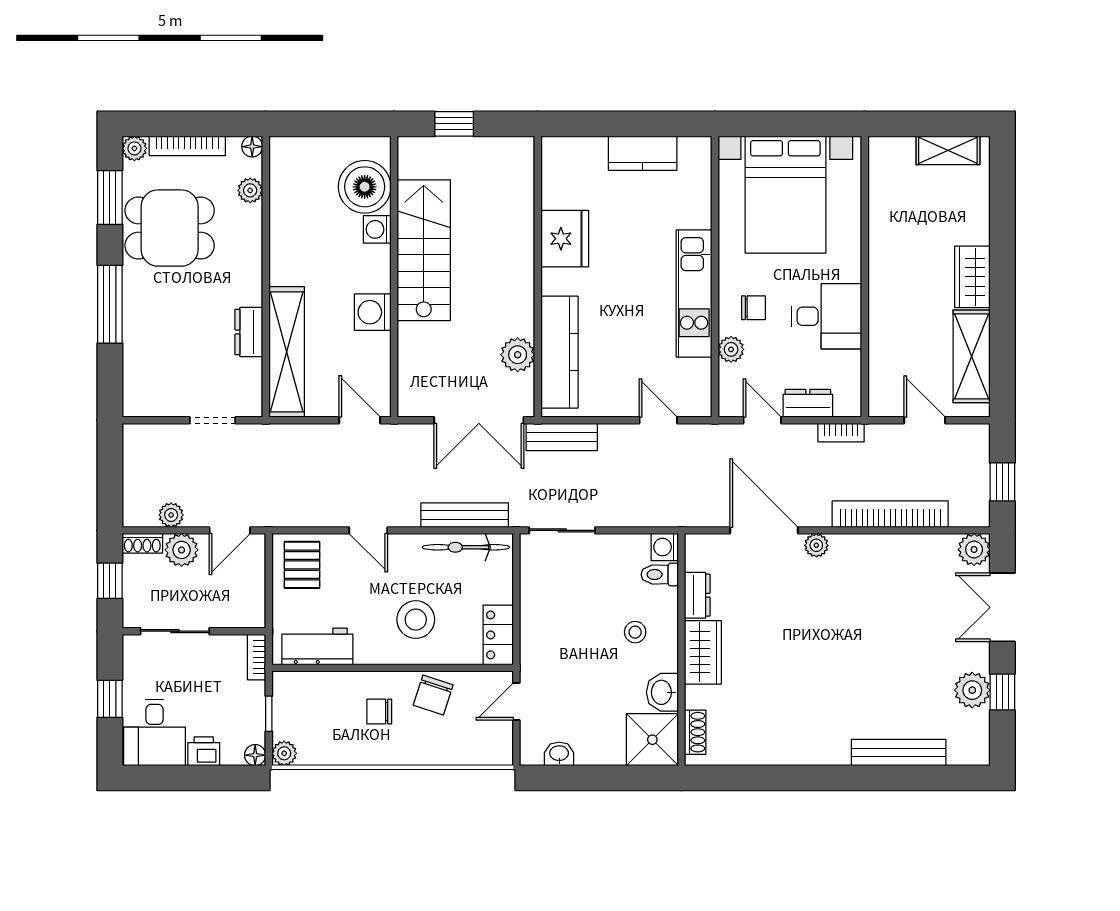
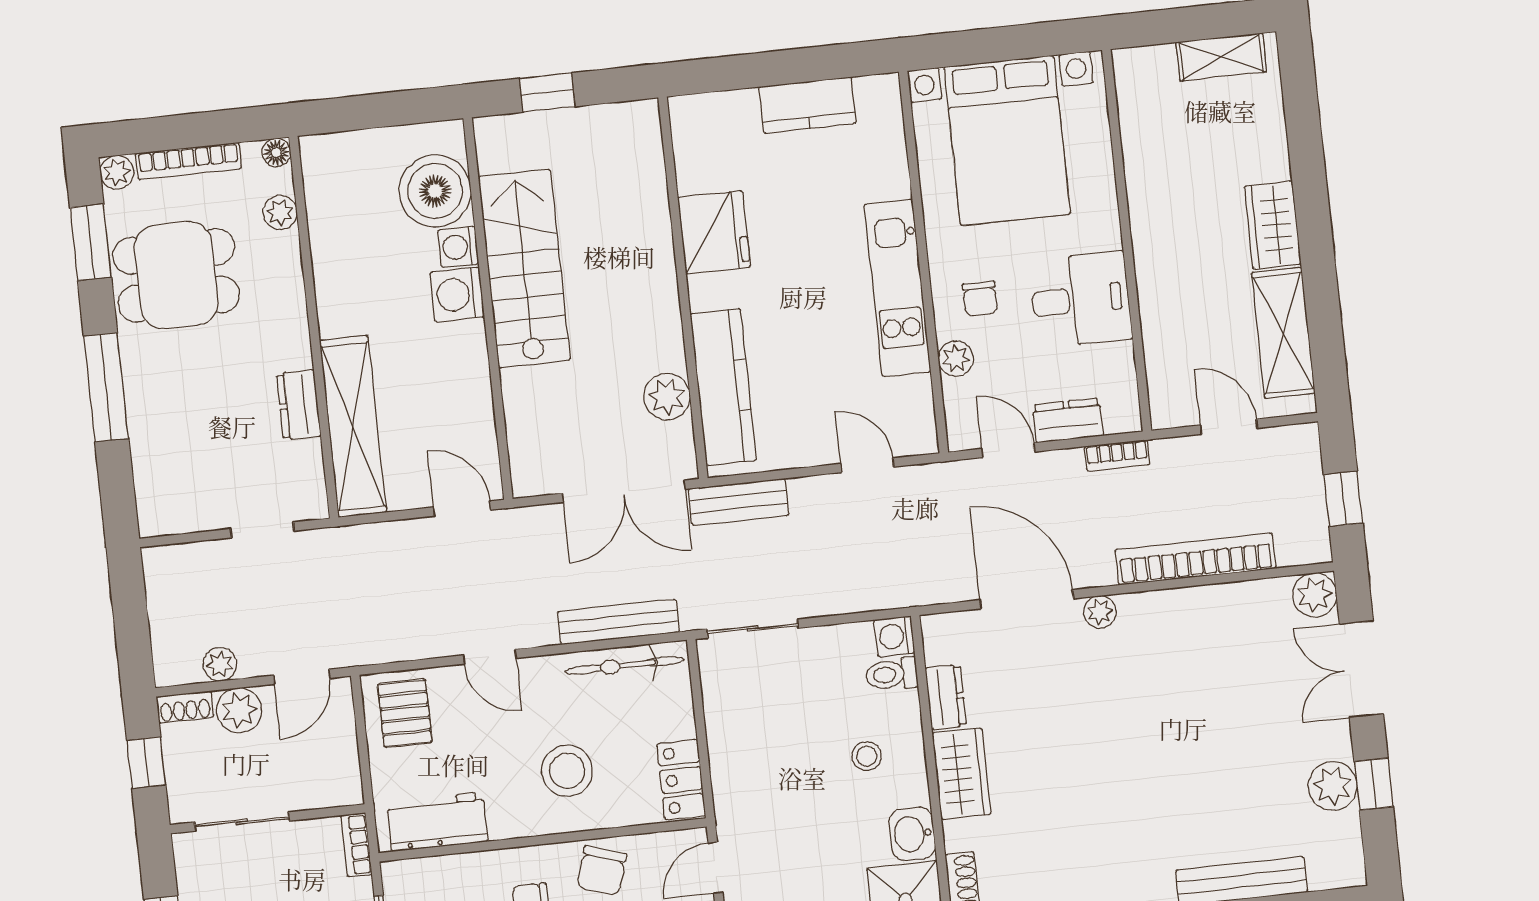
chair: (753, 308) -> (980, 299), turned 90
washing machine: (373, 312) -> (457, 294), moved

